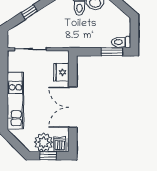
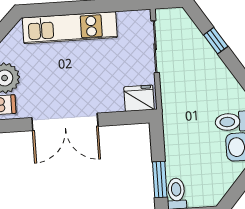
fridge: (61, 72) -> (139, 98), moved
double door: (73, 107) -> (65, 122), swing flipped

